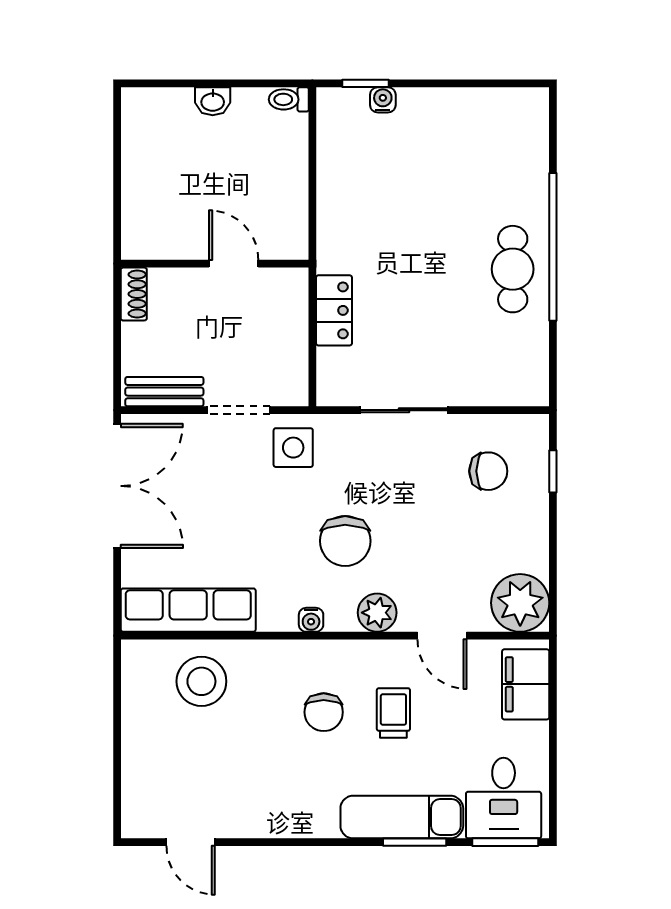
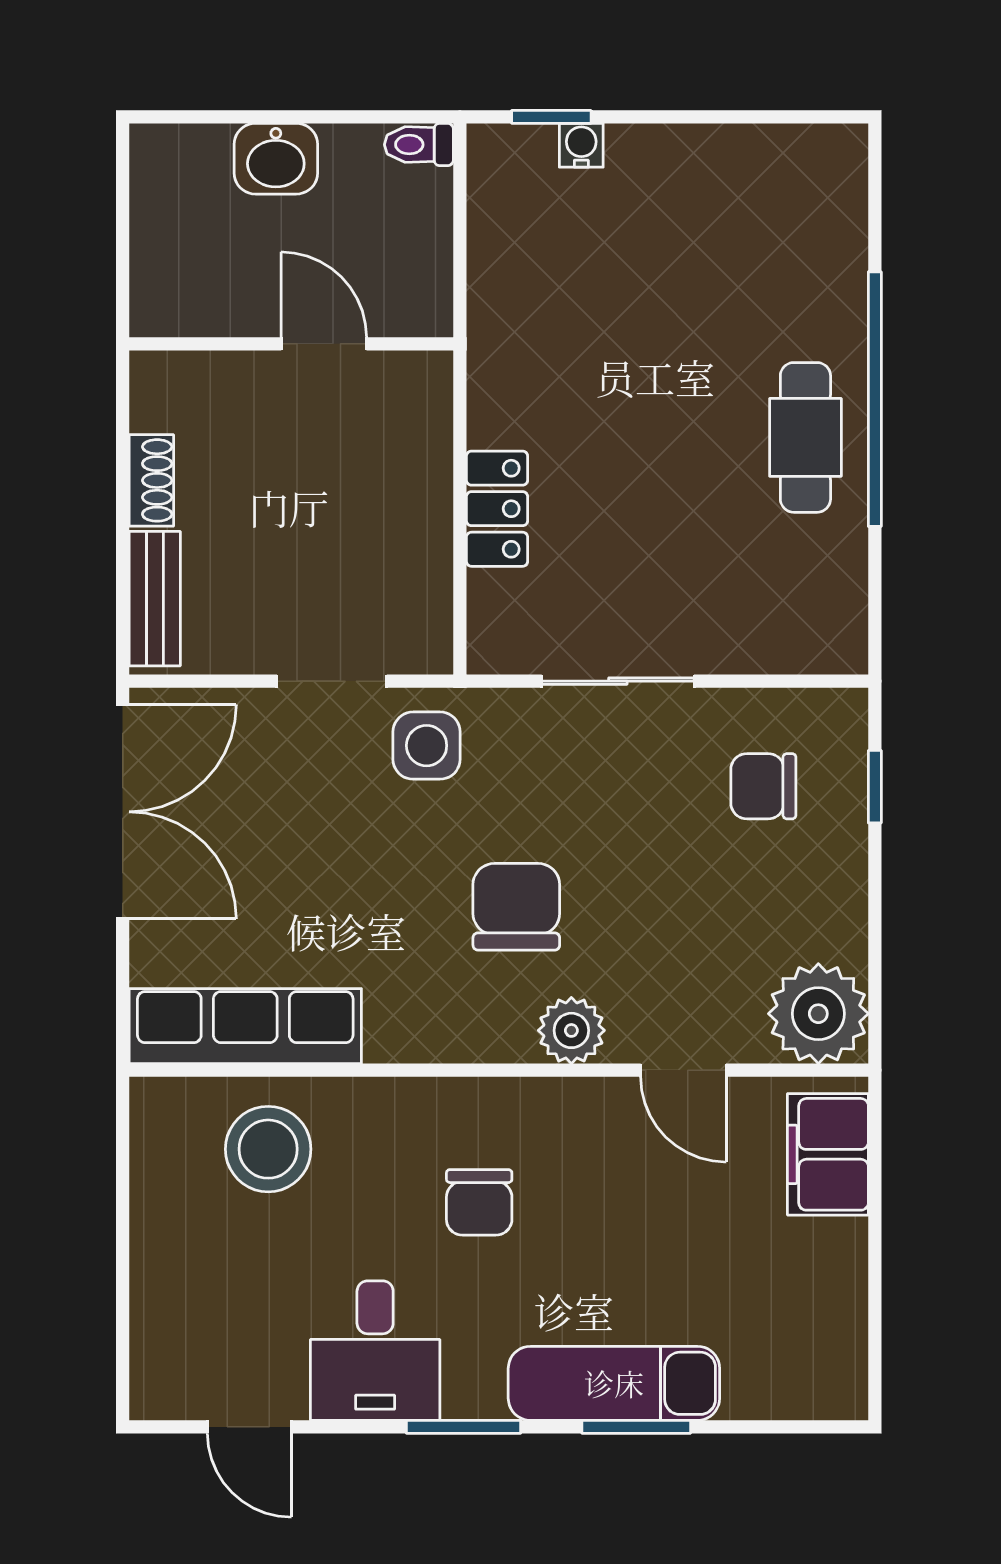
washbasin: (213, 101) -> (276, 159), width x1.38, depth x1.45
wall: (215, 264) -> (291, 344), moved
door: (234, 264) -> (324, 344), moved
bench: (164, 392) -> (155, 599), moved, turned 90
chair: (488, 471) -> (763, 786), turned 180
chair: (345, 541) -> (516, 907), turned 180
water cooler: (311, 620) -> (457, 1043), removed
trolley: (393, 713) -> (600, 1204), removed
desk: (504, 798) -> (375, 1351), moved
window: (505, 842) -> (464, 1427), moved

